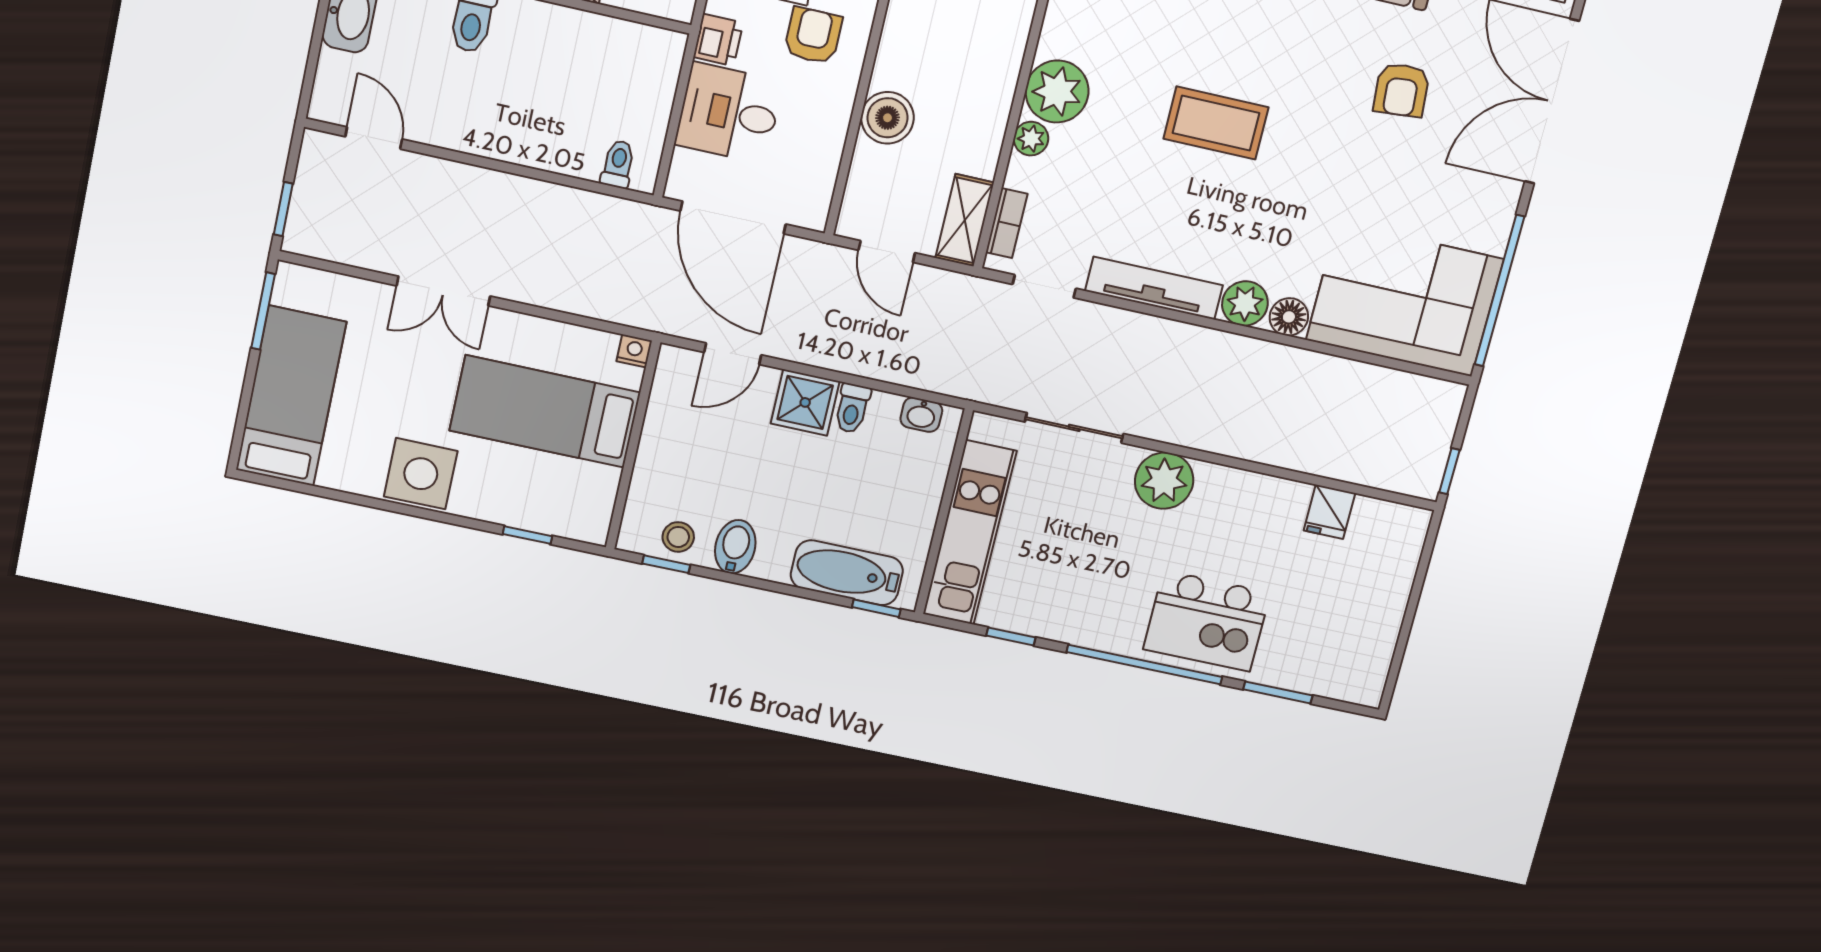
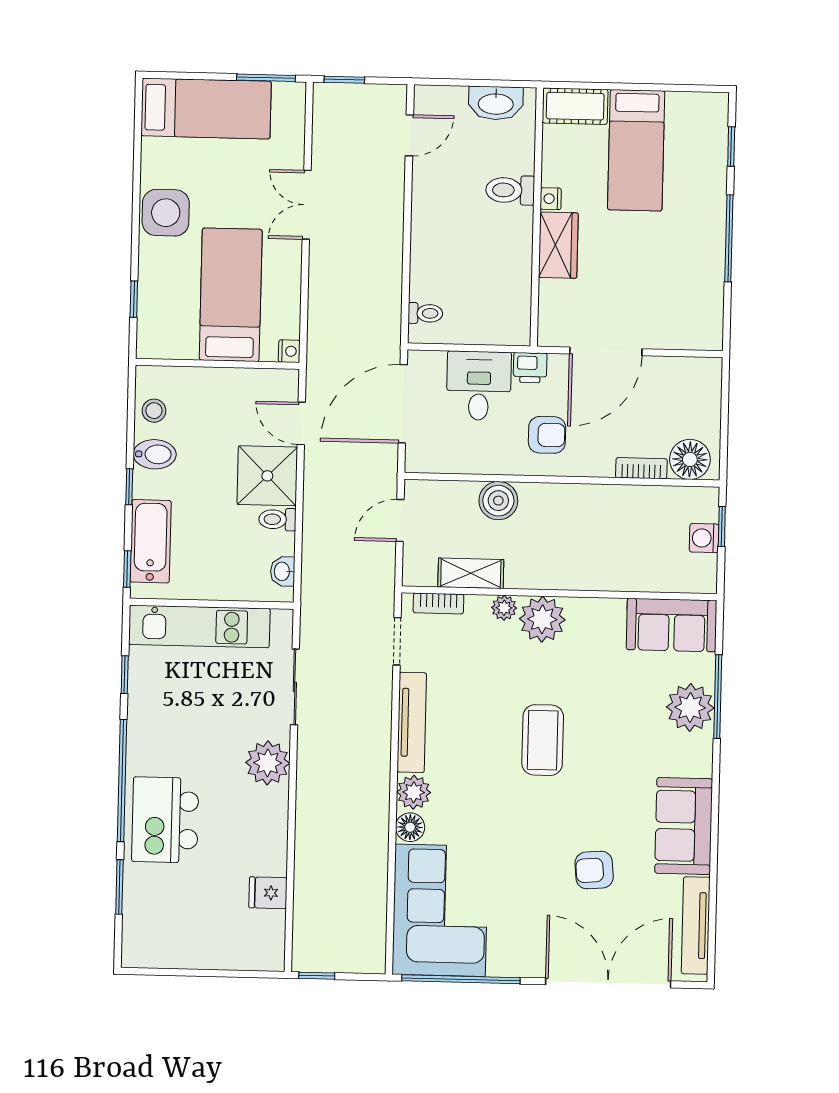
shelving: (965, 220) -> (471, 573), moved
shower: (805, 402) -> (267, 476), width x1.36, depth x1.36
window: (666, 564) -> (129, 487), moved

